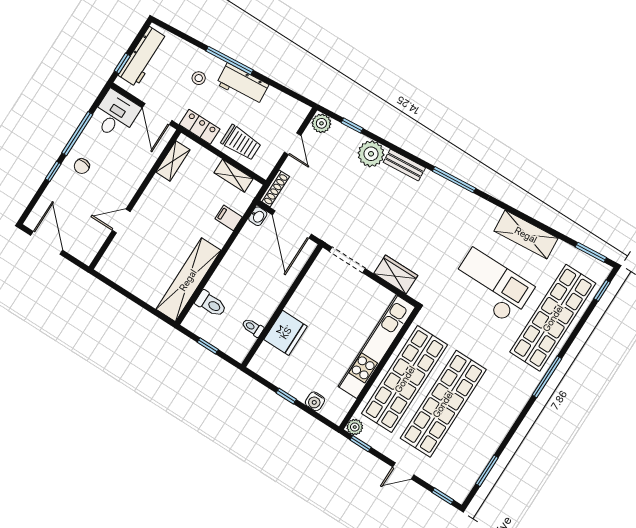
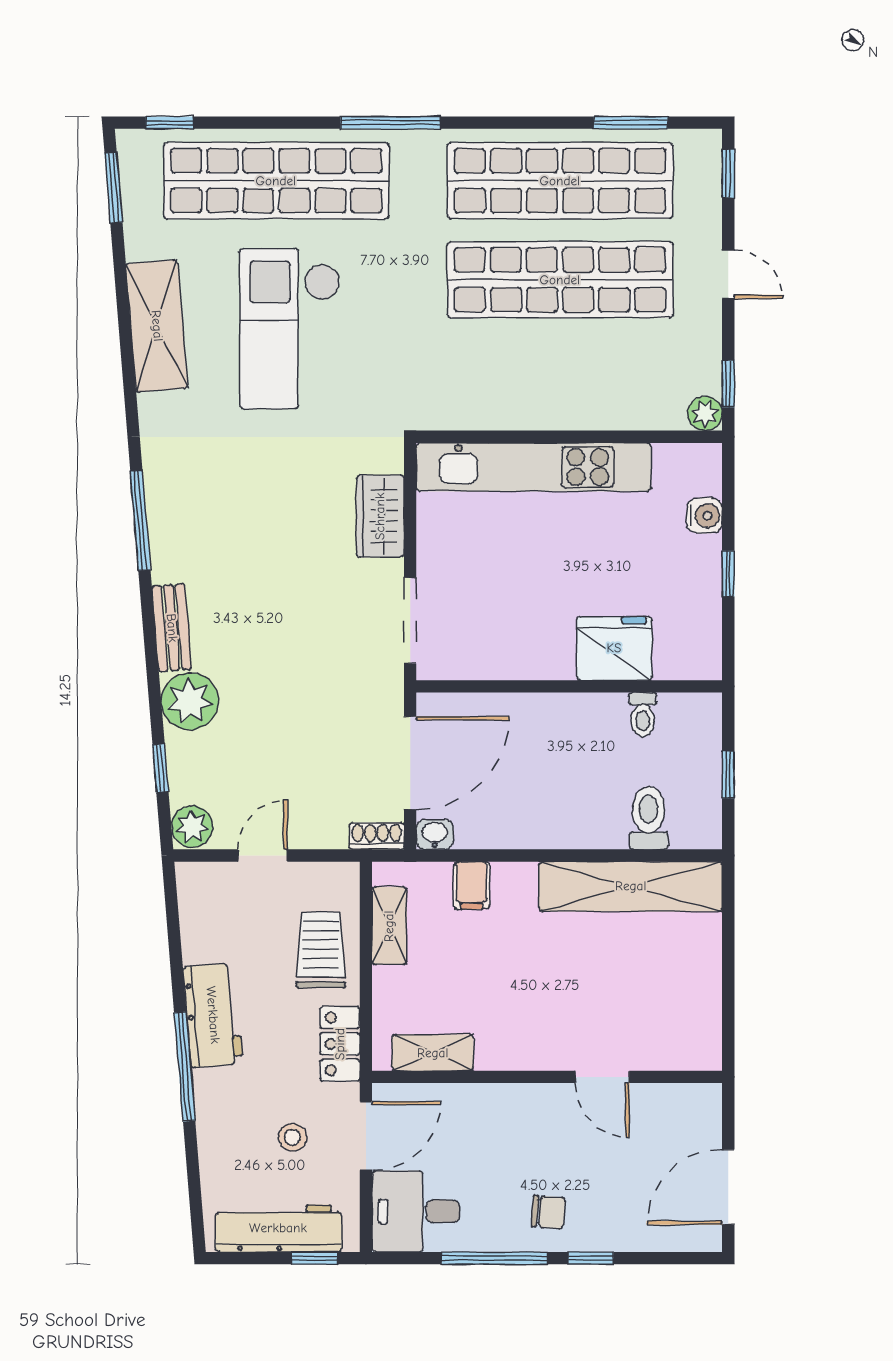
stool: (199, 78) -> (293, 1137), moved
shoe rack: (275, 188) -> (377, 836), width x0.70
shop shelf: (405, 379) -> (560, 181), moved

